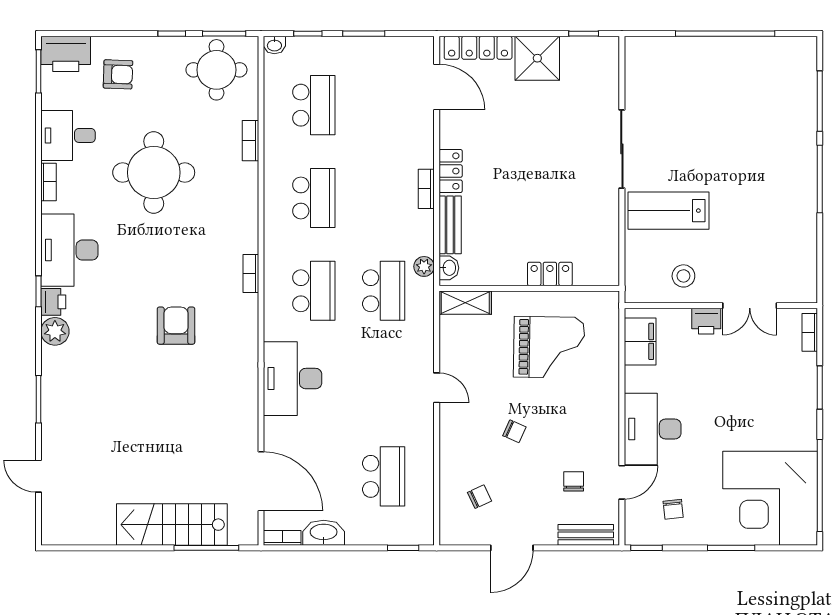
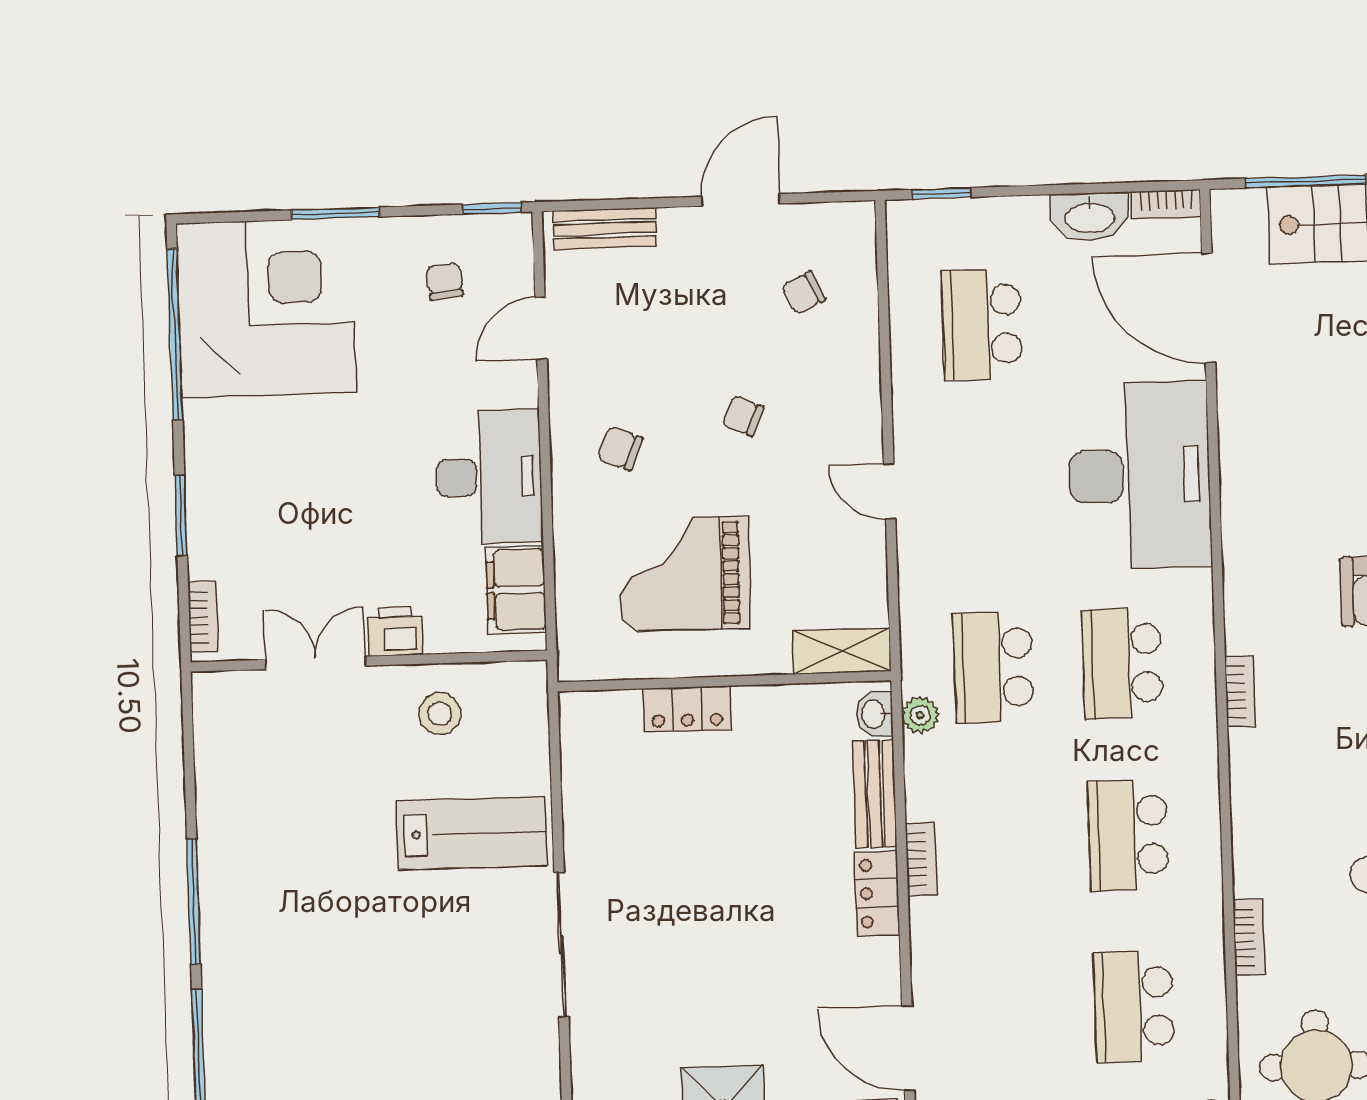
desk: (293, 379) -> (1140, 475), width x1.36, depth x1.30
desk: (653, 429) -> (489, 477), moved
chair: (574, 481) -> (620, 448), moved, turned 113

